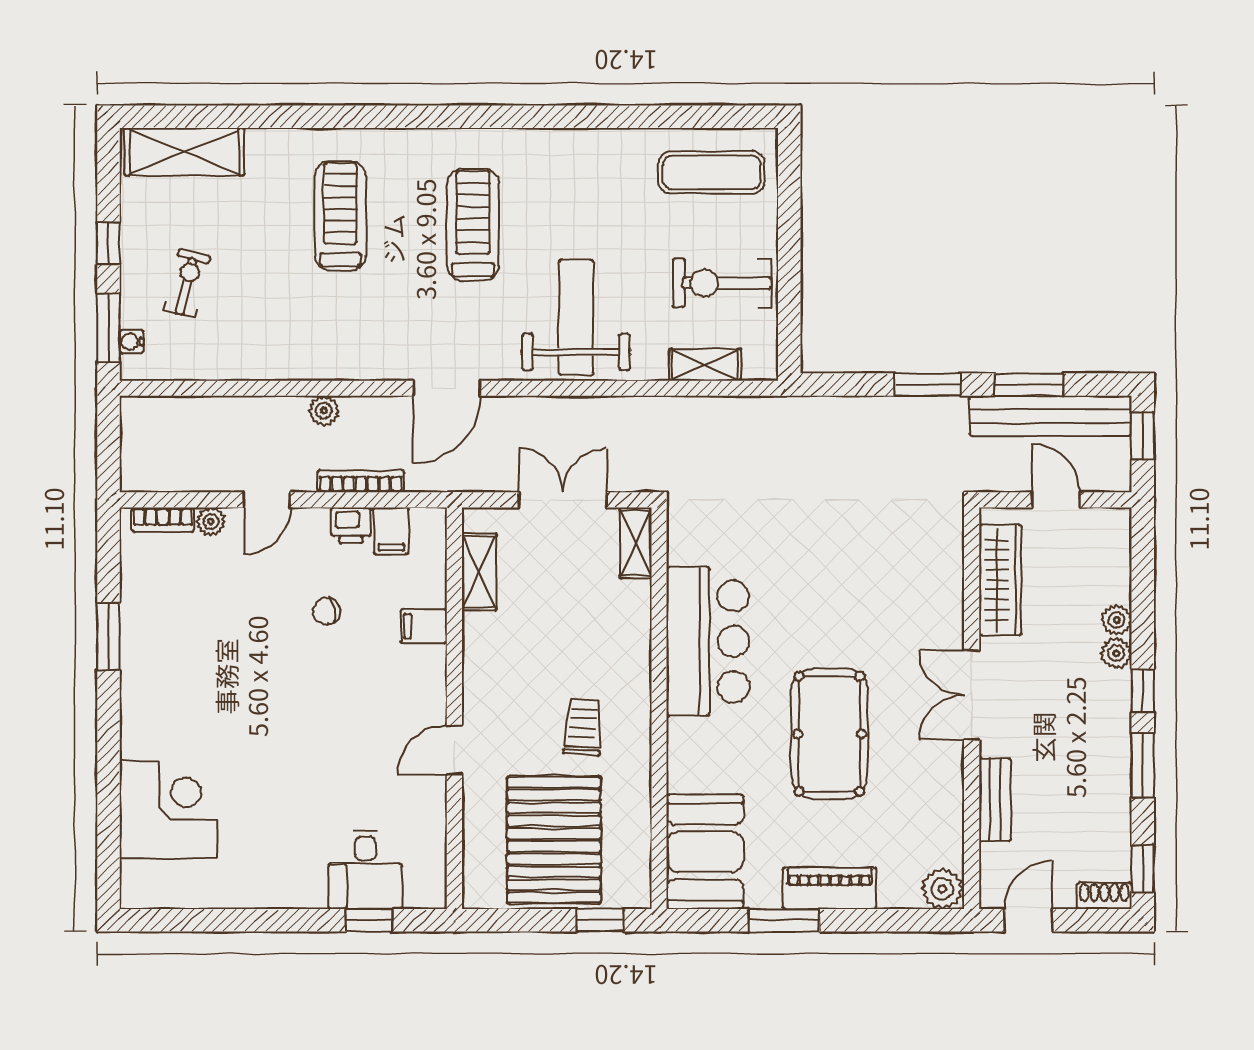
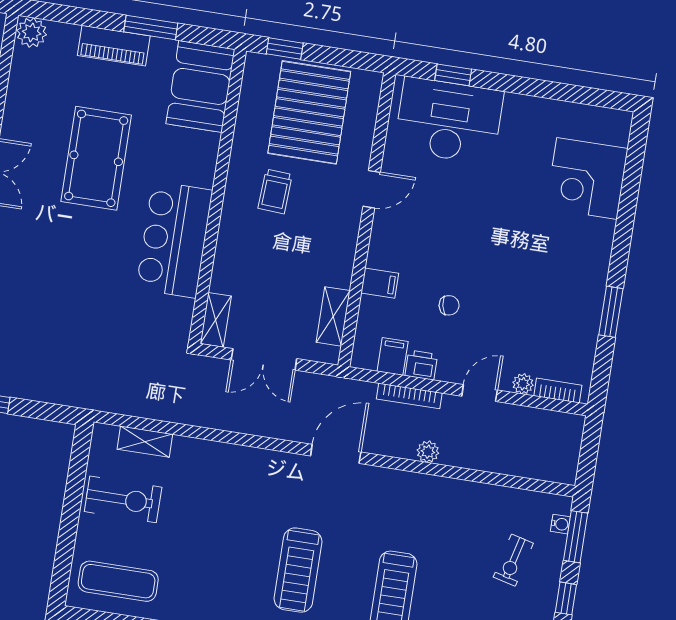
weight bench: (576, 317) -> (233, 491), removed
desk: (365, 870) -> (449, 121), width x1.87, depth x1.30

